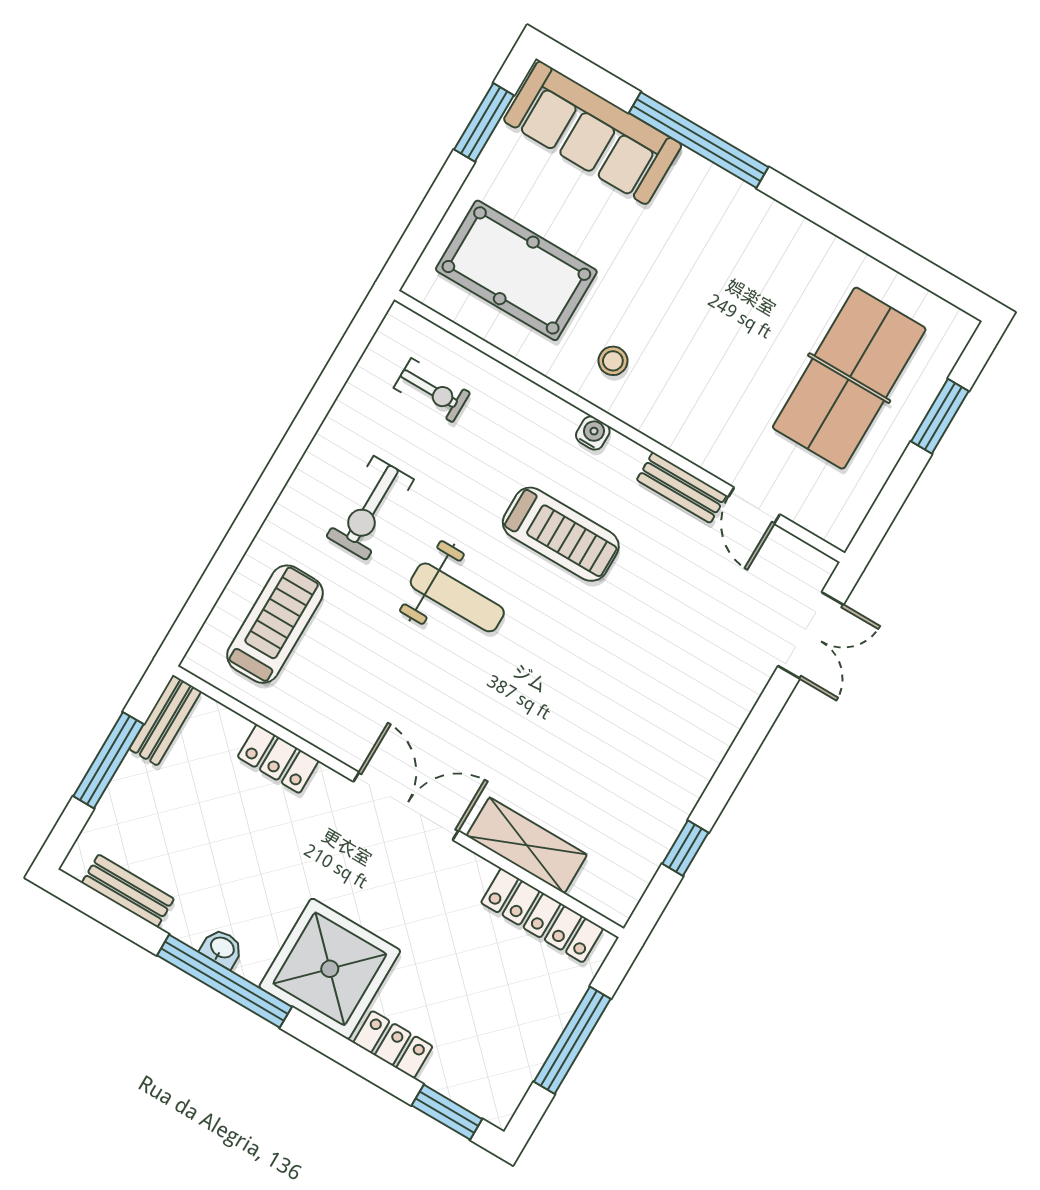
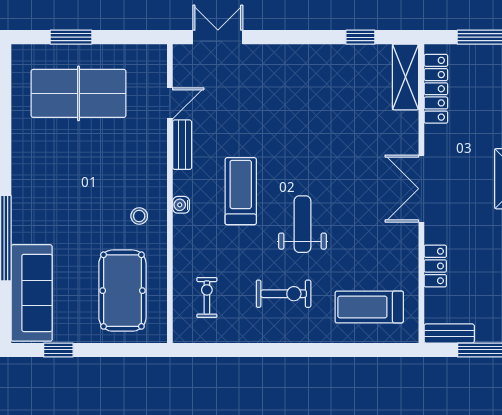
window: (484, 122) -> (58, 350), width x0.67
shelving: (527, 845) -> (405, 77), moved

